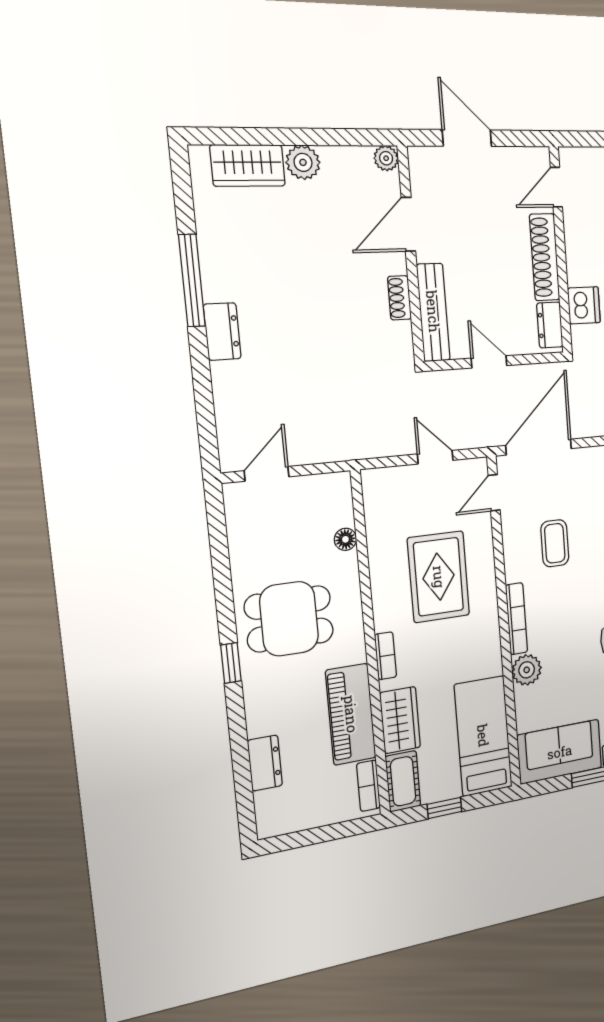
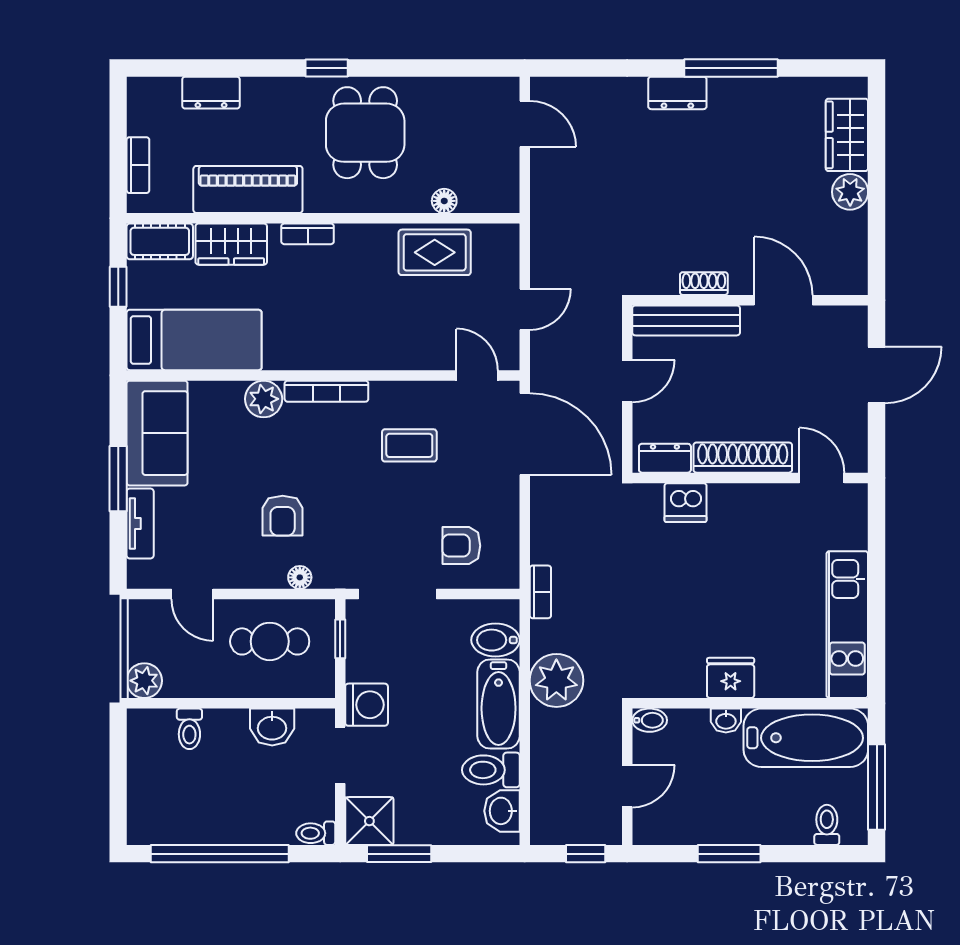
plant: (386, 158) -> (854, 282), removed
rug: (439, 577) -> (435, 252), moved, width x0.73, depth x0.70
bookcase: (368, 786) -> (138, 165), moved, turned 90

